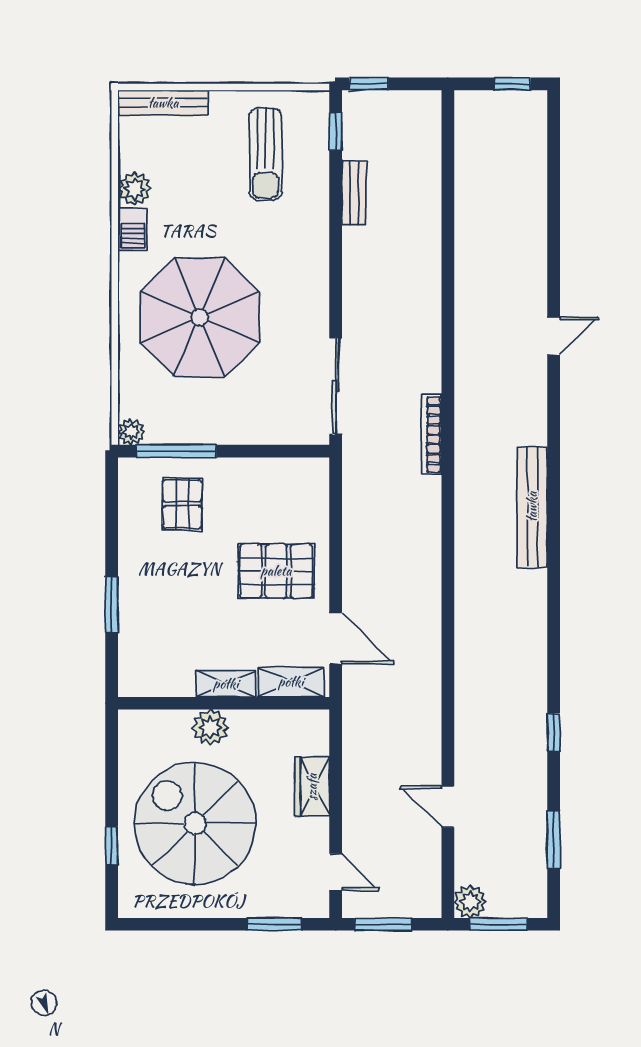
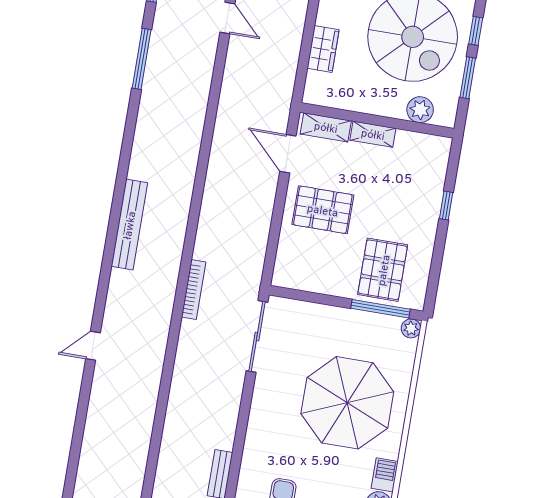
pallet: (182, 504) -> (383, 270), width x1.50, depth x1.42
window: (112, 605) -> (446, 206), width x0.67
plant: (210, 727) -> (420, 110), moved
window: (554, 732) -> (142, 59), width x2.17
window: (112, 781) -> (468, 78), added

